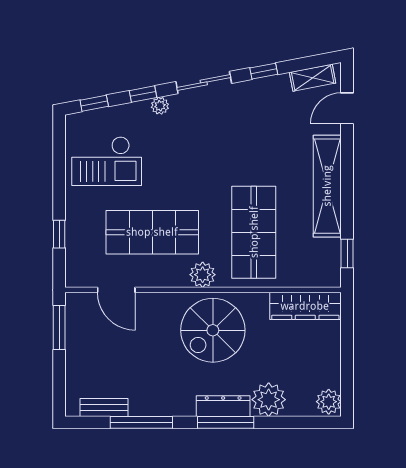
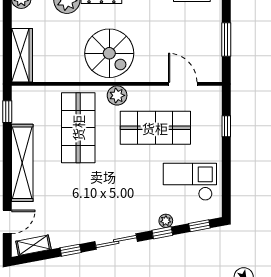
plant: (160, 106) -> (166, 221), moved
wardrobe: (305, 306) -> (22, 55), moved, turned 90
window: (59, 328) -> (226, 40), moved
spiral stairs: (213, 330) -> (109, 53), turned 90

